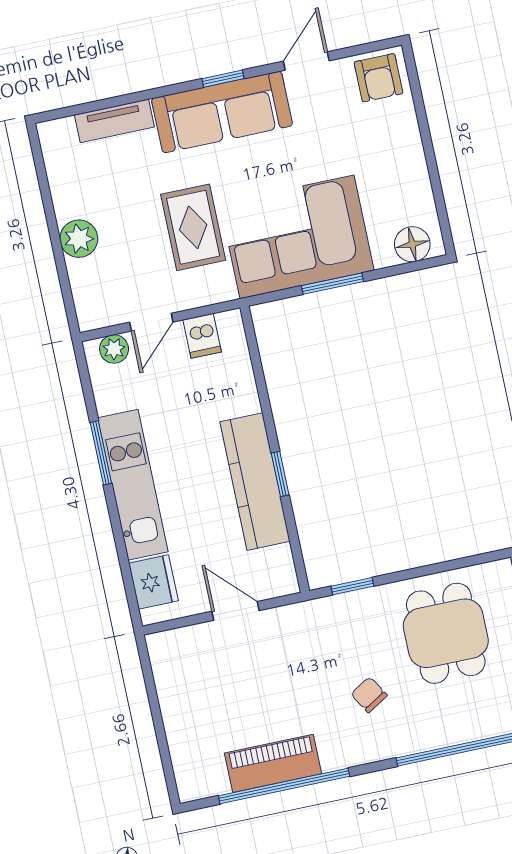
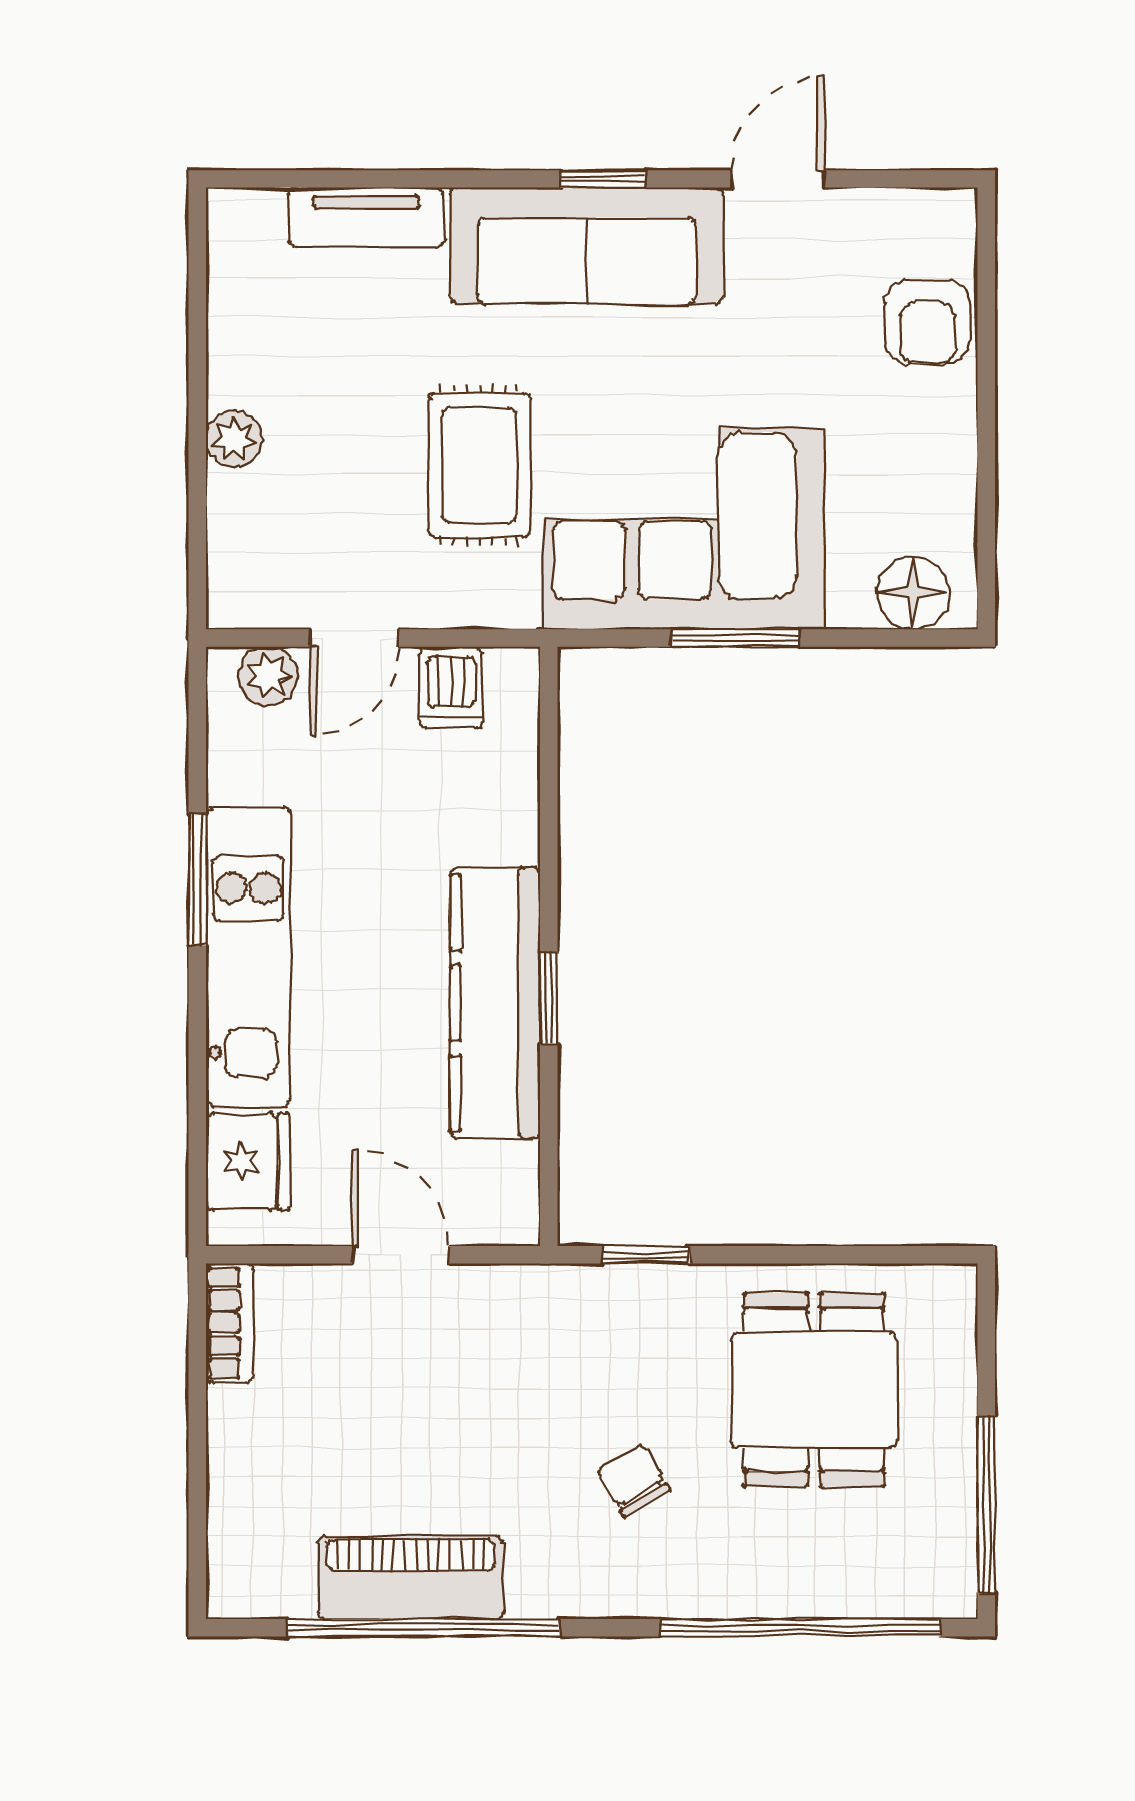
armchair: (378, 78) -> (928, 322), moved
plant: (79, 239) -> (234, 439), width x0.73, depth x0.73
bookcase: (161, 661) -> (230, 1323), added

